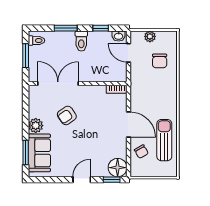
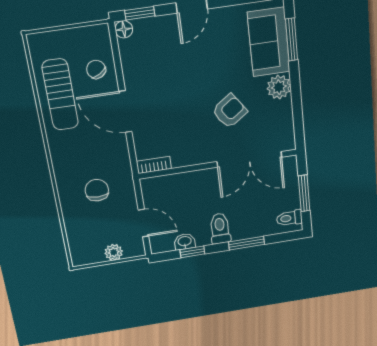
washbasin: (119, 36) -> (185, 242), moved
chair: (160, 61) -> (97, 190), moved
floor lamp: (118, 168) -> (124, 29), width x0.53, depth x0.53

